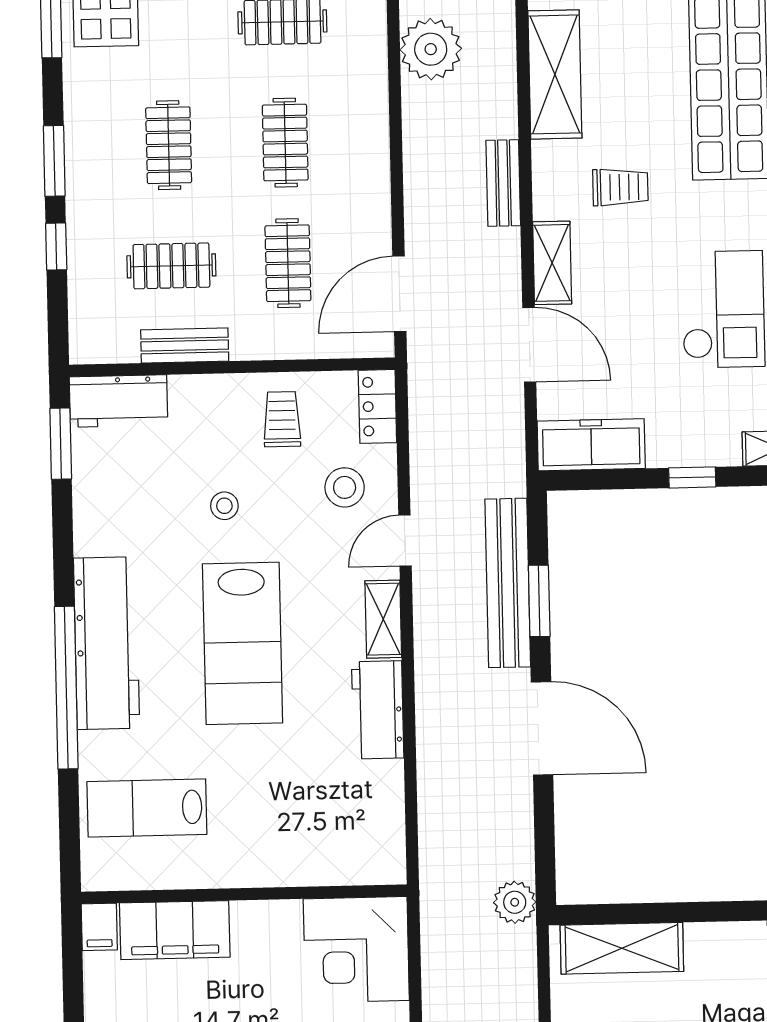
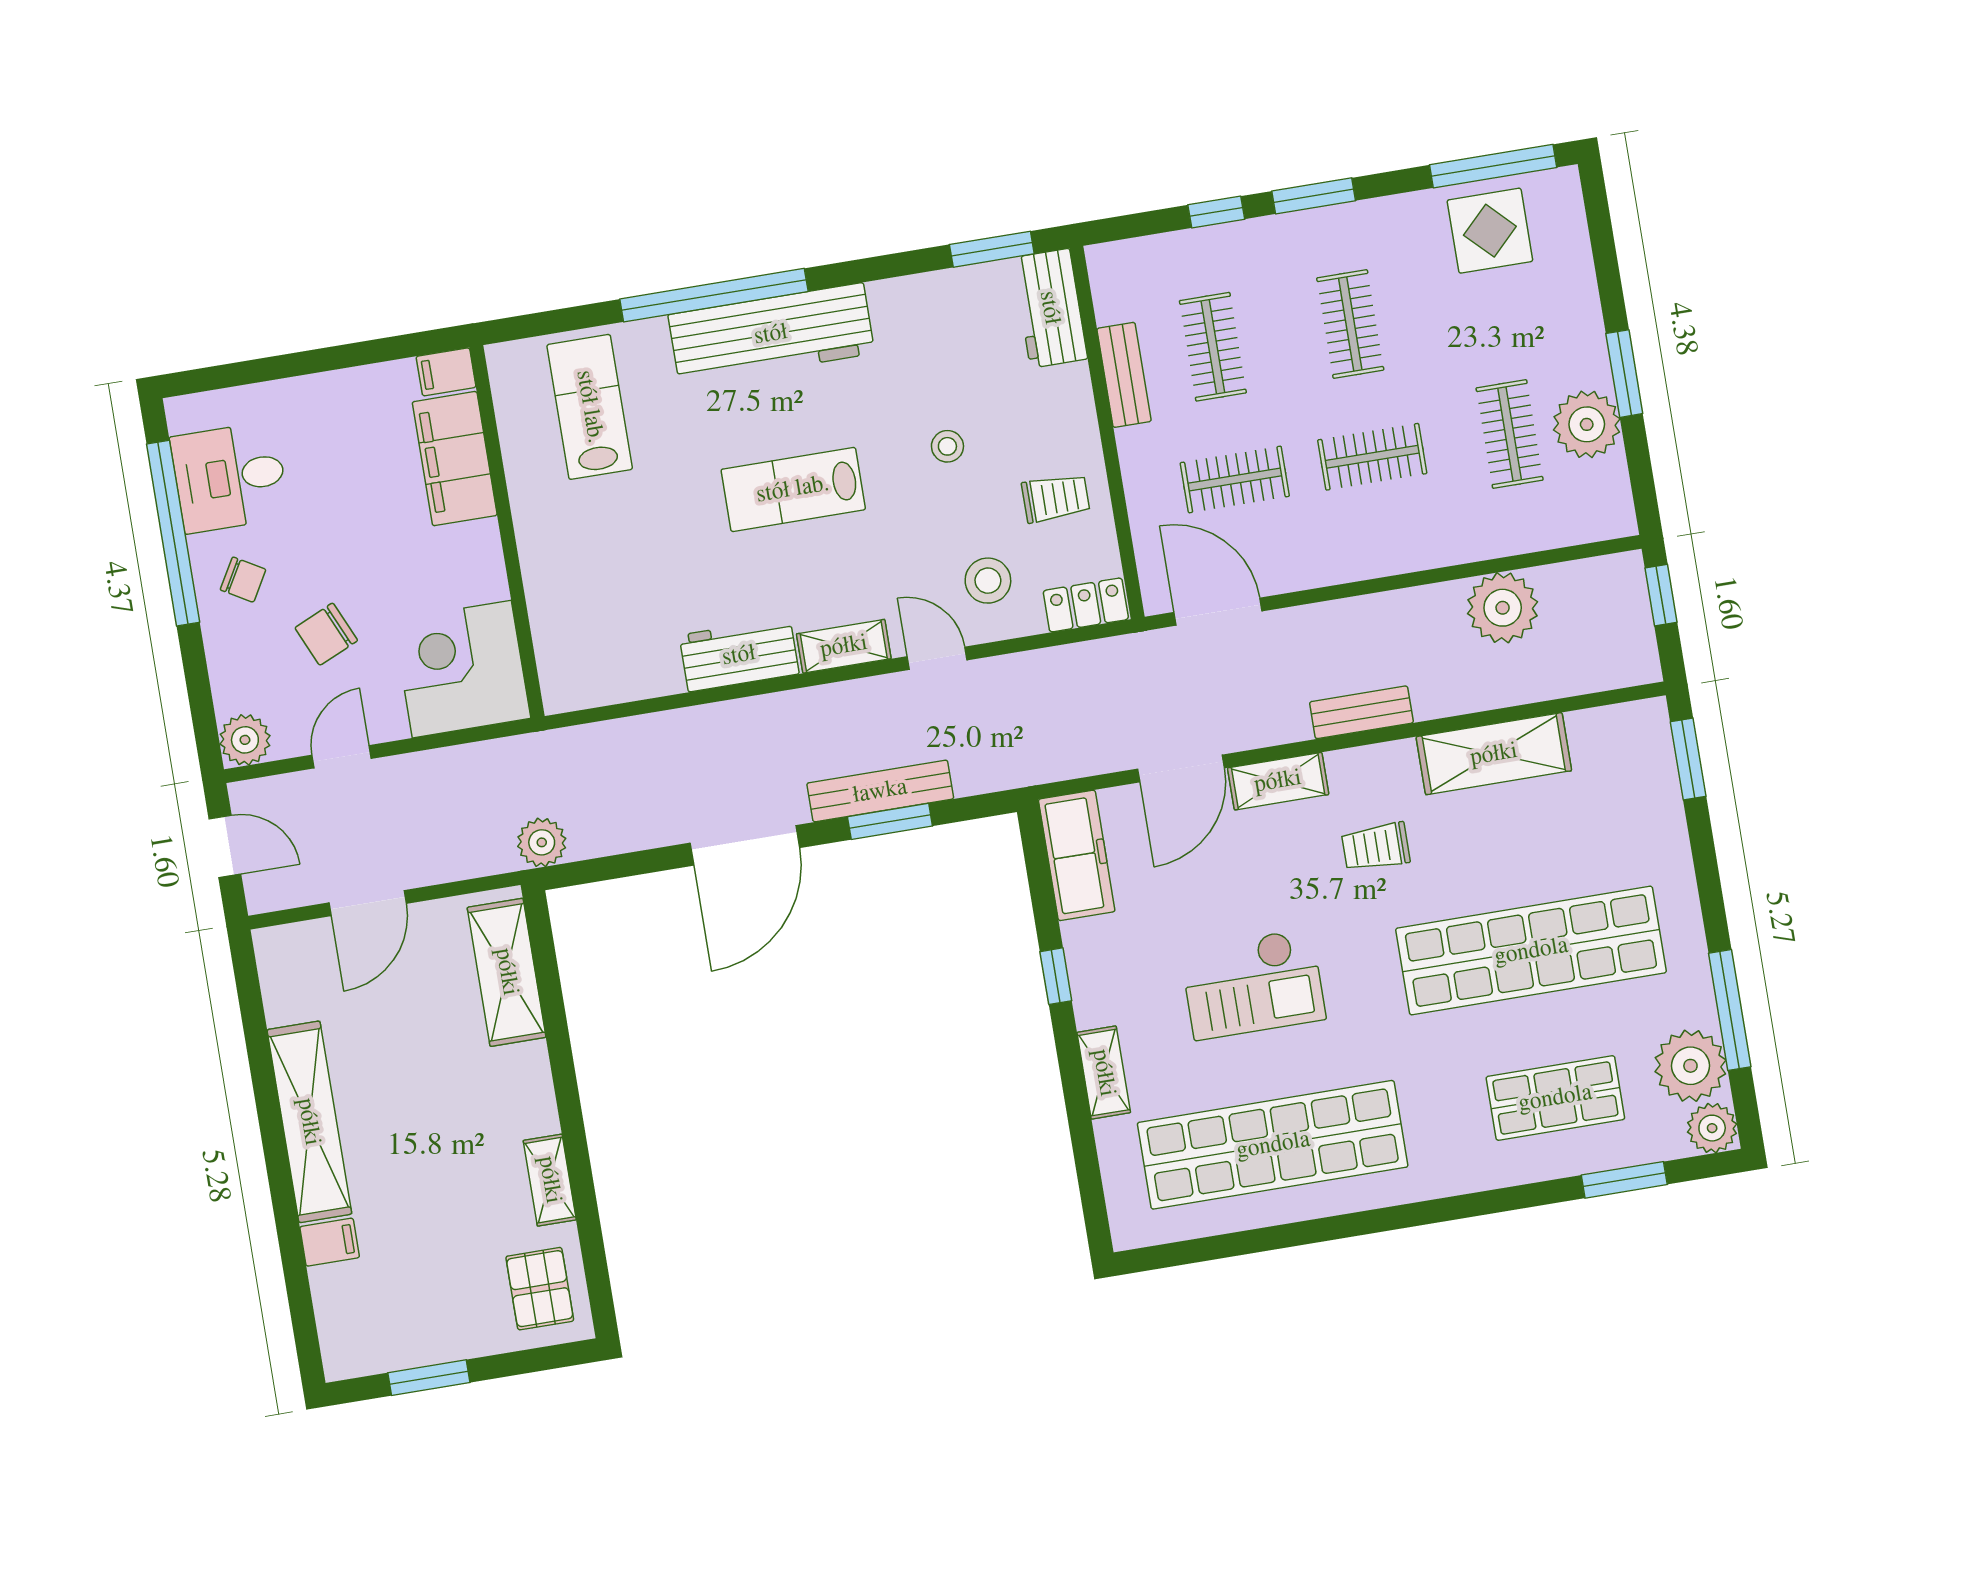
clothes rail: (169, 145) -> (1350, 324), turned 90
trolley: (620, 187) -> (1376, 847), turned 90
bench: (508, 583) -> (880, 791), width x0.73, depth x0.82
lab bench: (243, 643) -> (793, 489), width x0.73, depth x0.72

